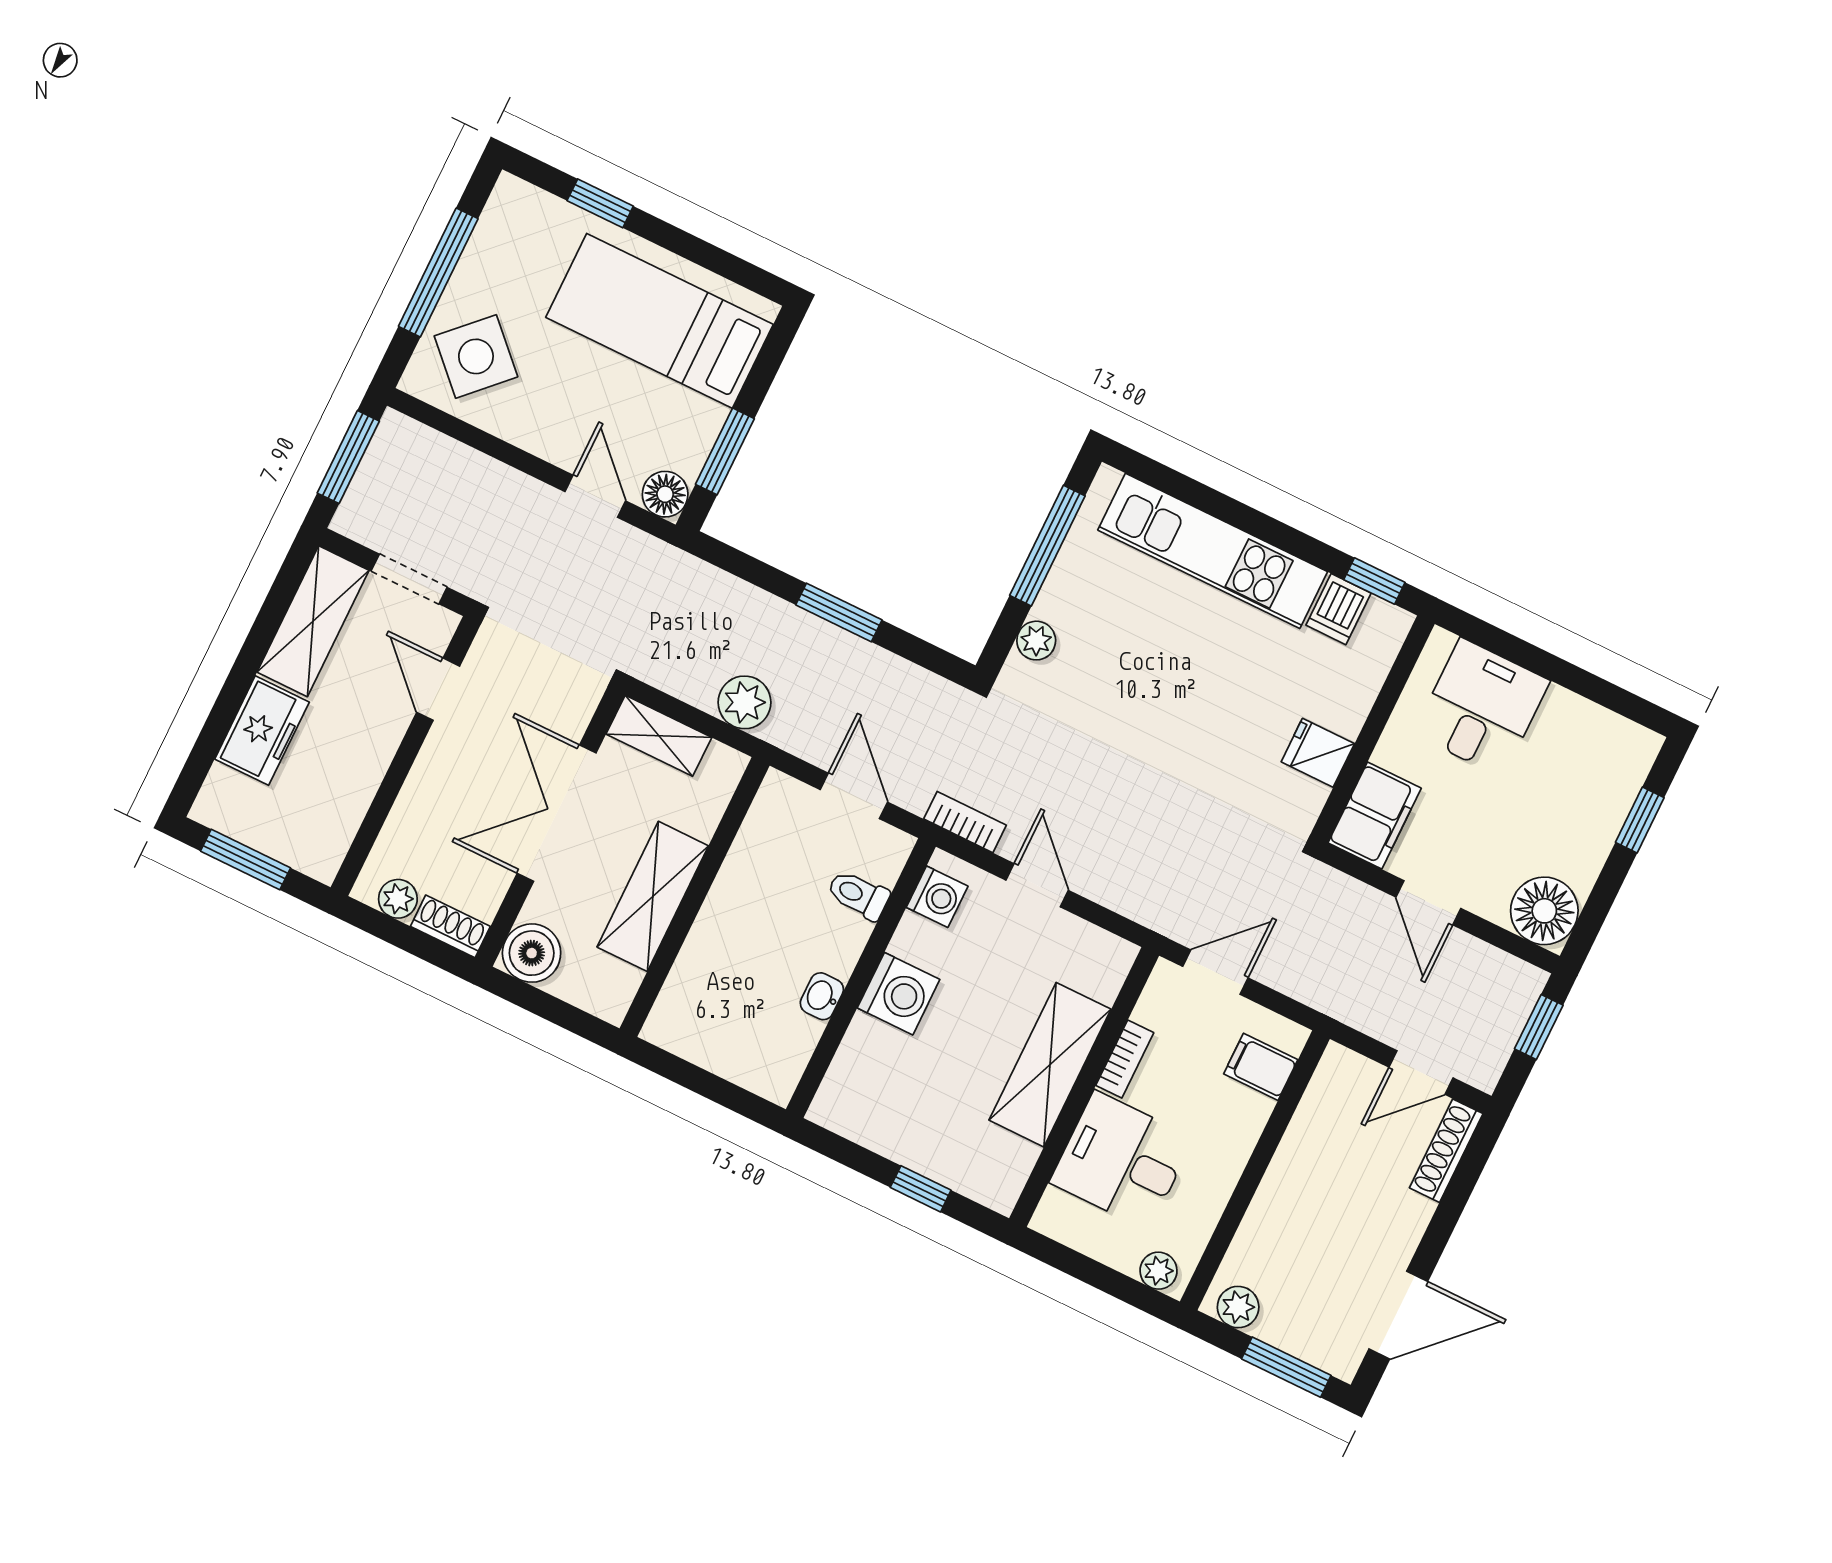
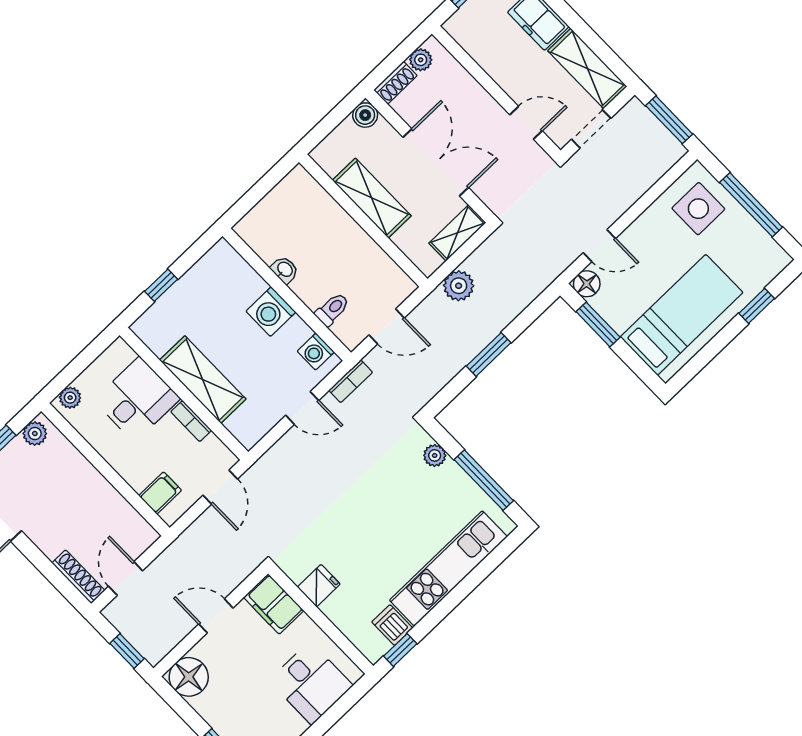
side table: (476, 356) -> (698, 209), turned 45
boiler: (532, 953) -> (365, 115), width x0.73, depth x0.73

